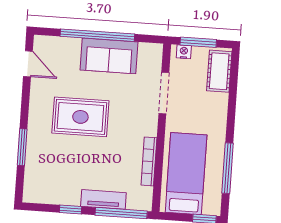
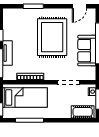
rug: (80, 117) -> (52, 37), width x1.37, depth x1.44

